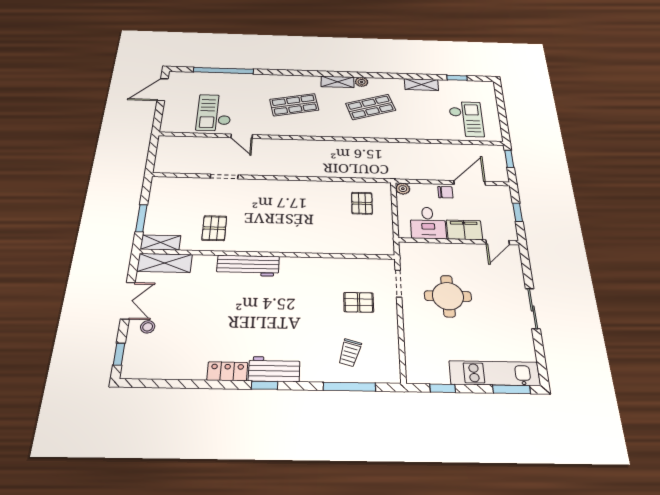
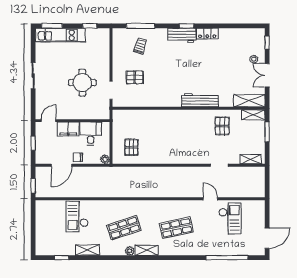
checkout: (466, 119) -> (77, 217), moved
shelving: (174, 183) -> (250, 159), added

